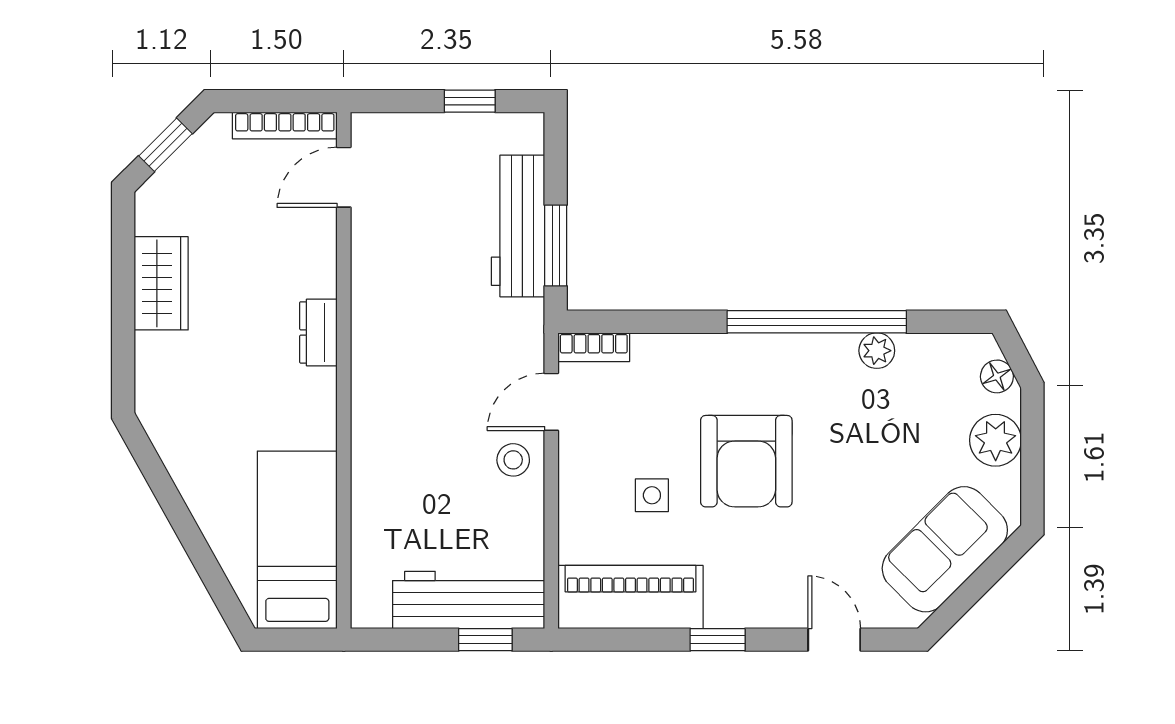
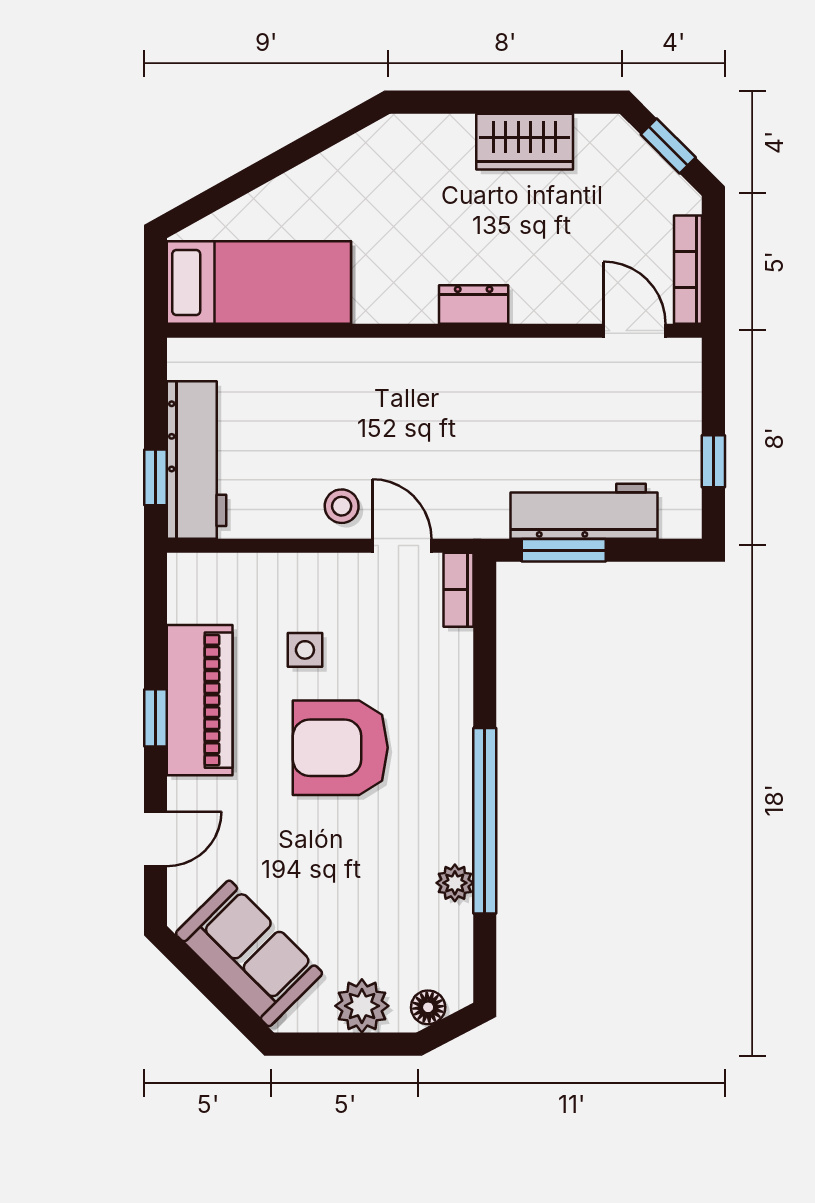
piano: (630, 597) -> (200, 700), moved

